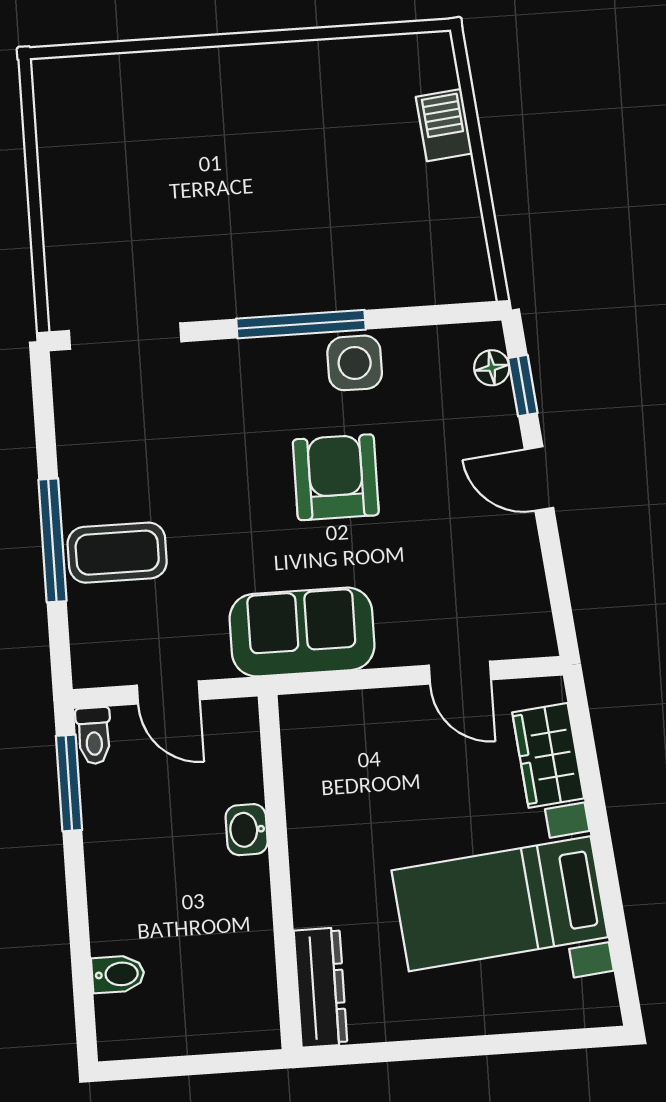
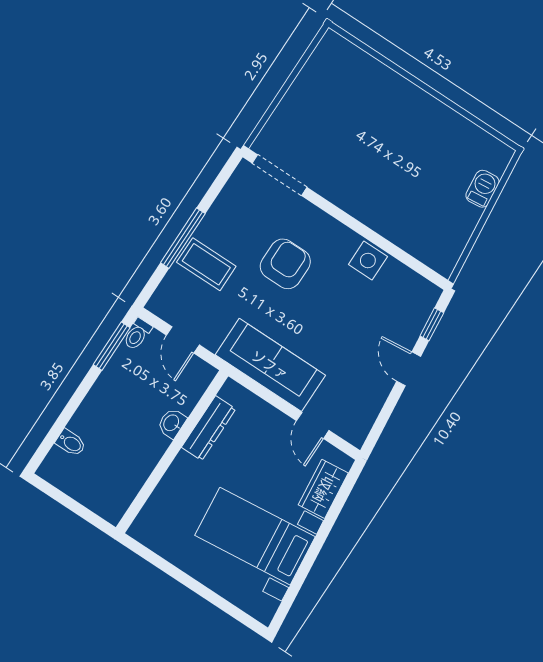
window: (301, 324) -> (358, 227), removed
floor lamp: (492, 368) -> (424, 307), removed
armchair: (336, 477) -> (285, 264), moved
sofa: (302, 632) -> (270, 365), width x1.36
dresser: (321, 988) -> (209, 428), moved

